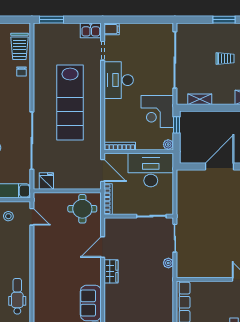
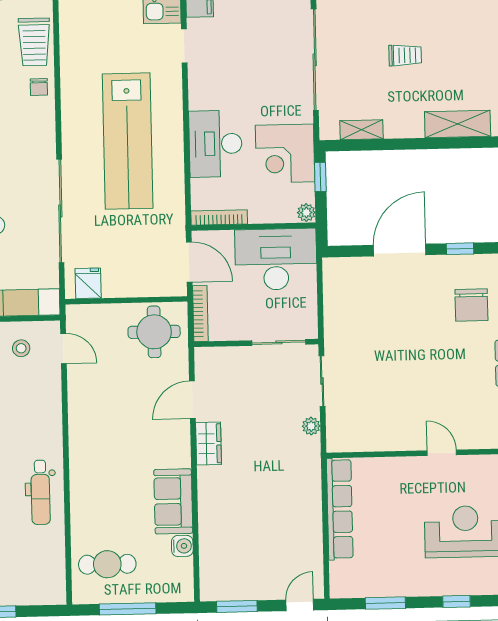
desk: (119, 80) -> (215, 144), moved
dental chair: (17, 296) -> (41, 492), turned 180

